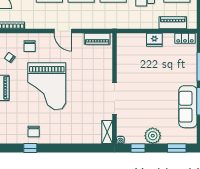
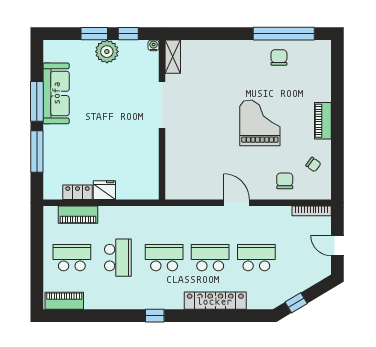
locker: (185, 38) -> (77, 192), moved
piano: (97, 39) -> (187, 191), removed
grand piano: (47, 86) -> (260, 123), width x0.73, depth x0.68
window: (30, 148) -> (284, 34), width x3.17
window: (177, 148) -> (94, 34), moved

